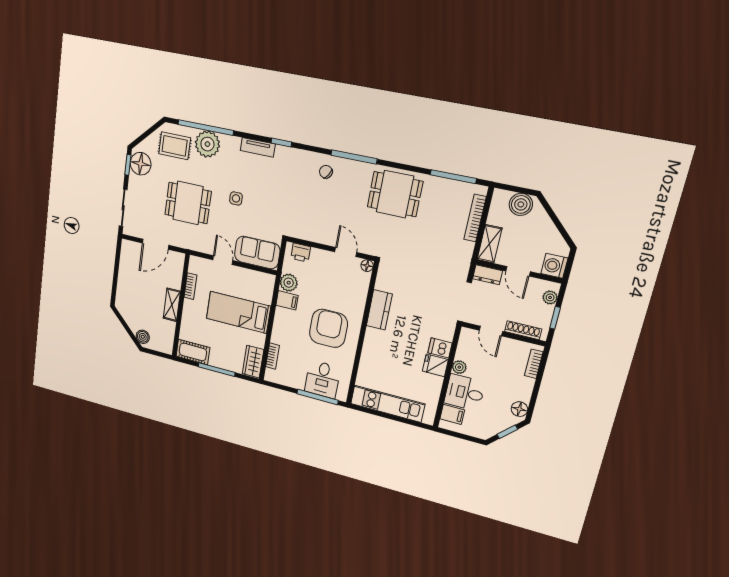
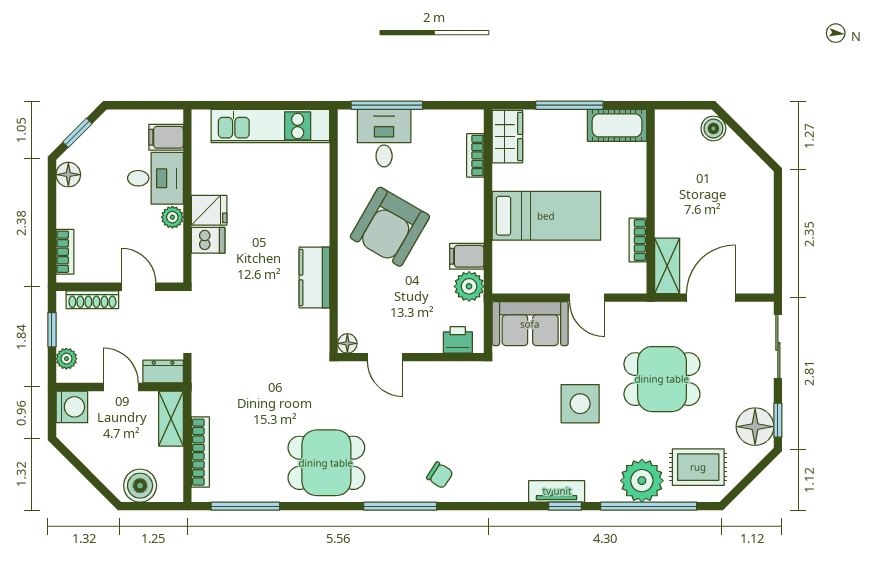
window: (281, 143) -> (565, 506), moved
side table: (236, 198) -> (580, 404), width x1.87, depth x1.87
shelving: (172, 305) -> (667, 266), moved
armchair: (328, 328) -> (390, 227), turned 30

